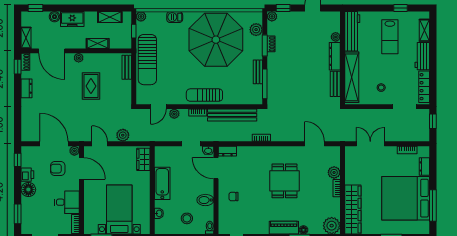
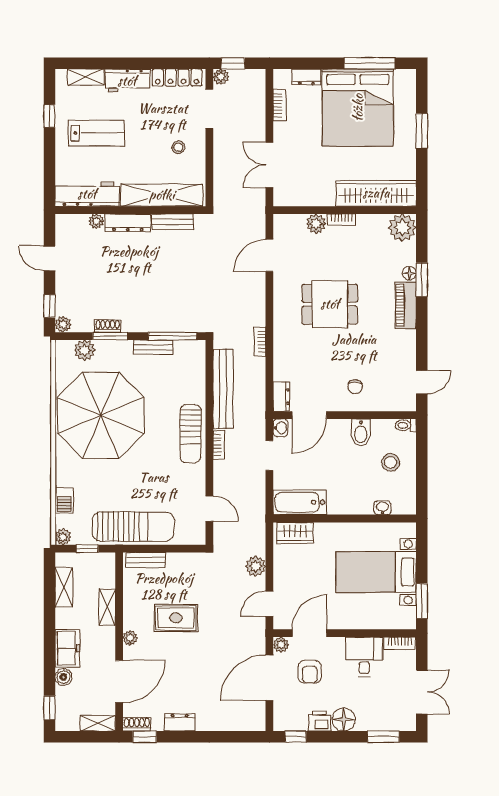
barbecue: (175, 17) -> (64, 500), moved
plant: (174, 114) -> (221, 77), moved
bathtub: (162, 183) -> (300, 502), moved

